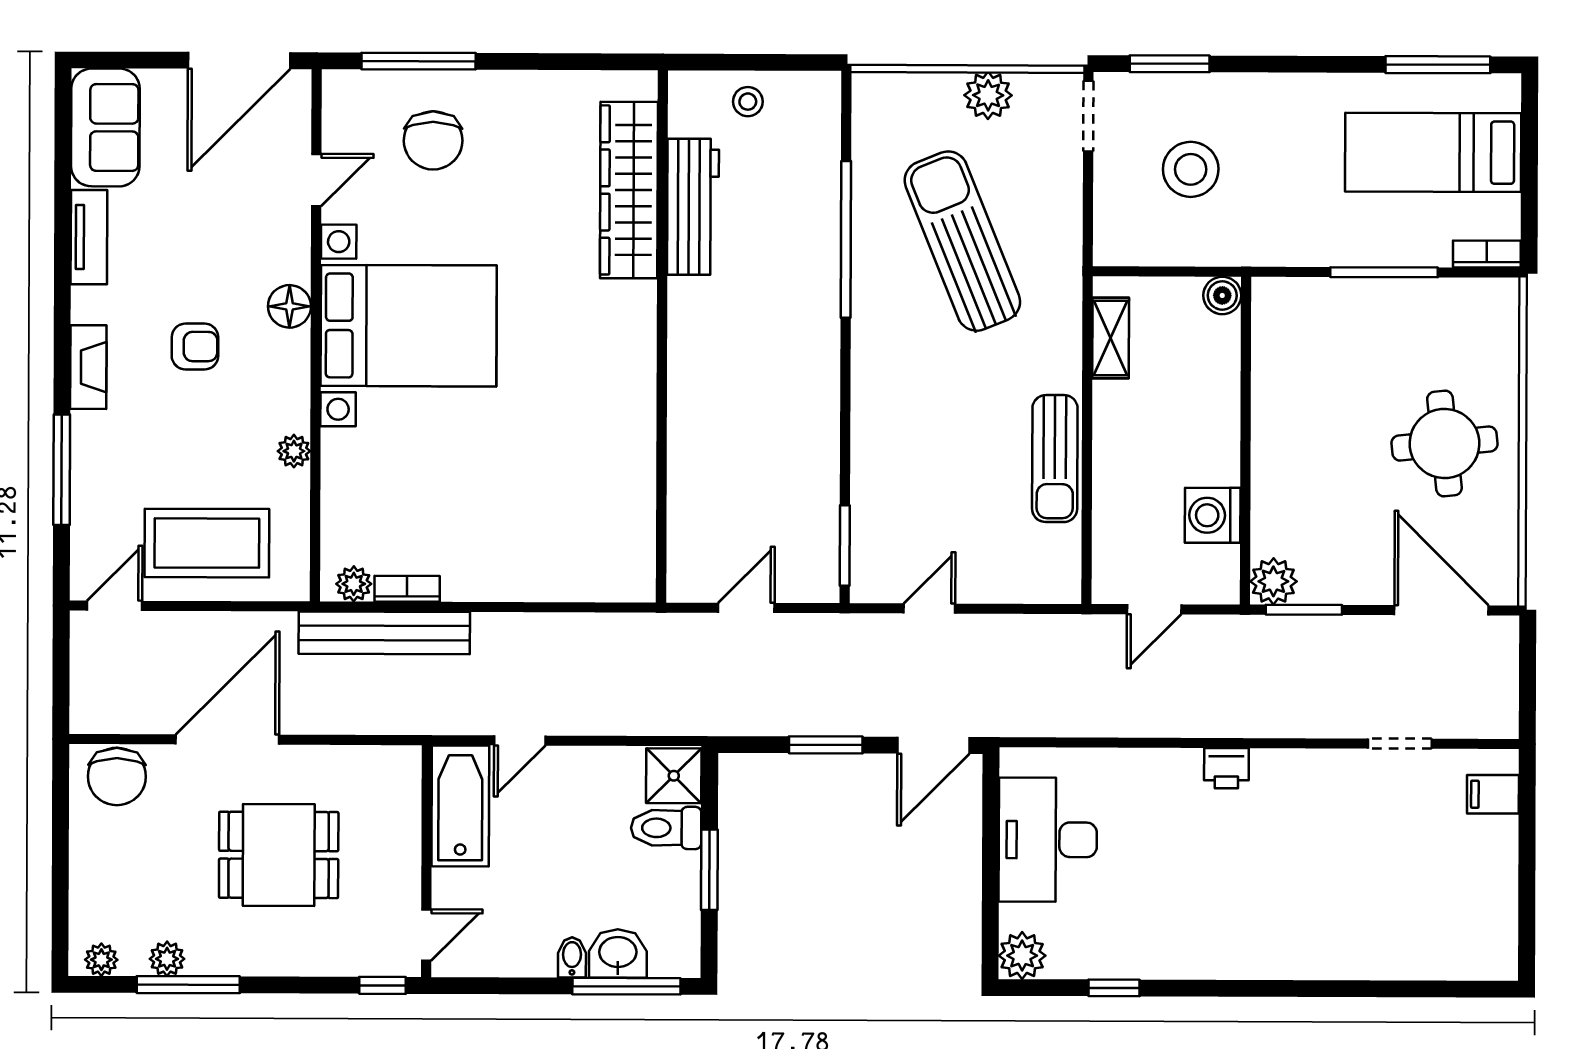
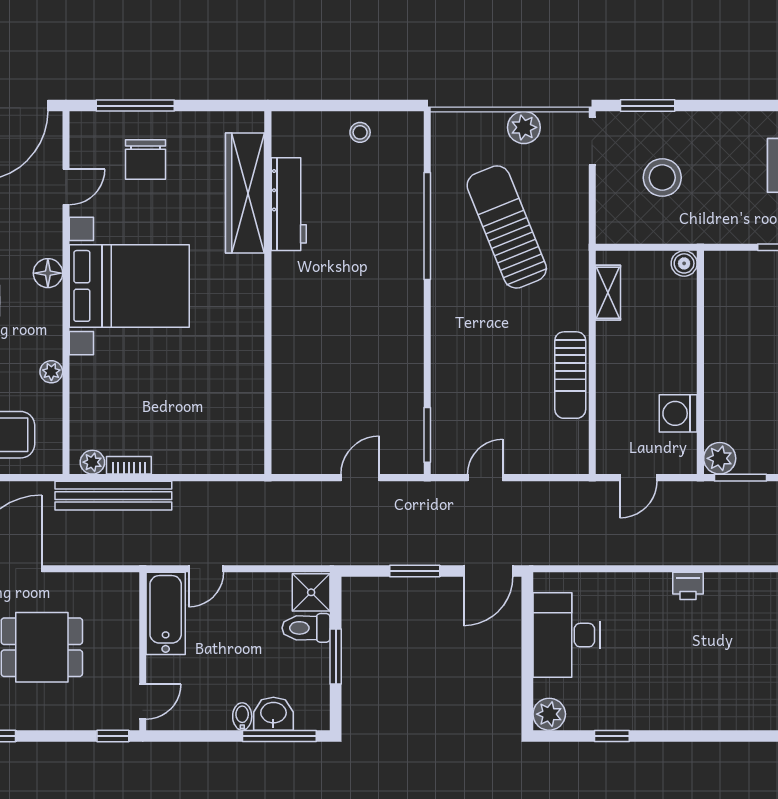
wardrobe: (629, 190) -> (245, 193), moved
workbench: (693, 207) -> (289, 204), moved
wall: (662, 336) -> (268, 293), moved

